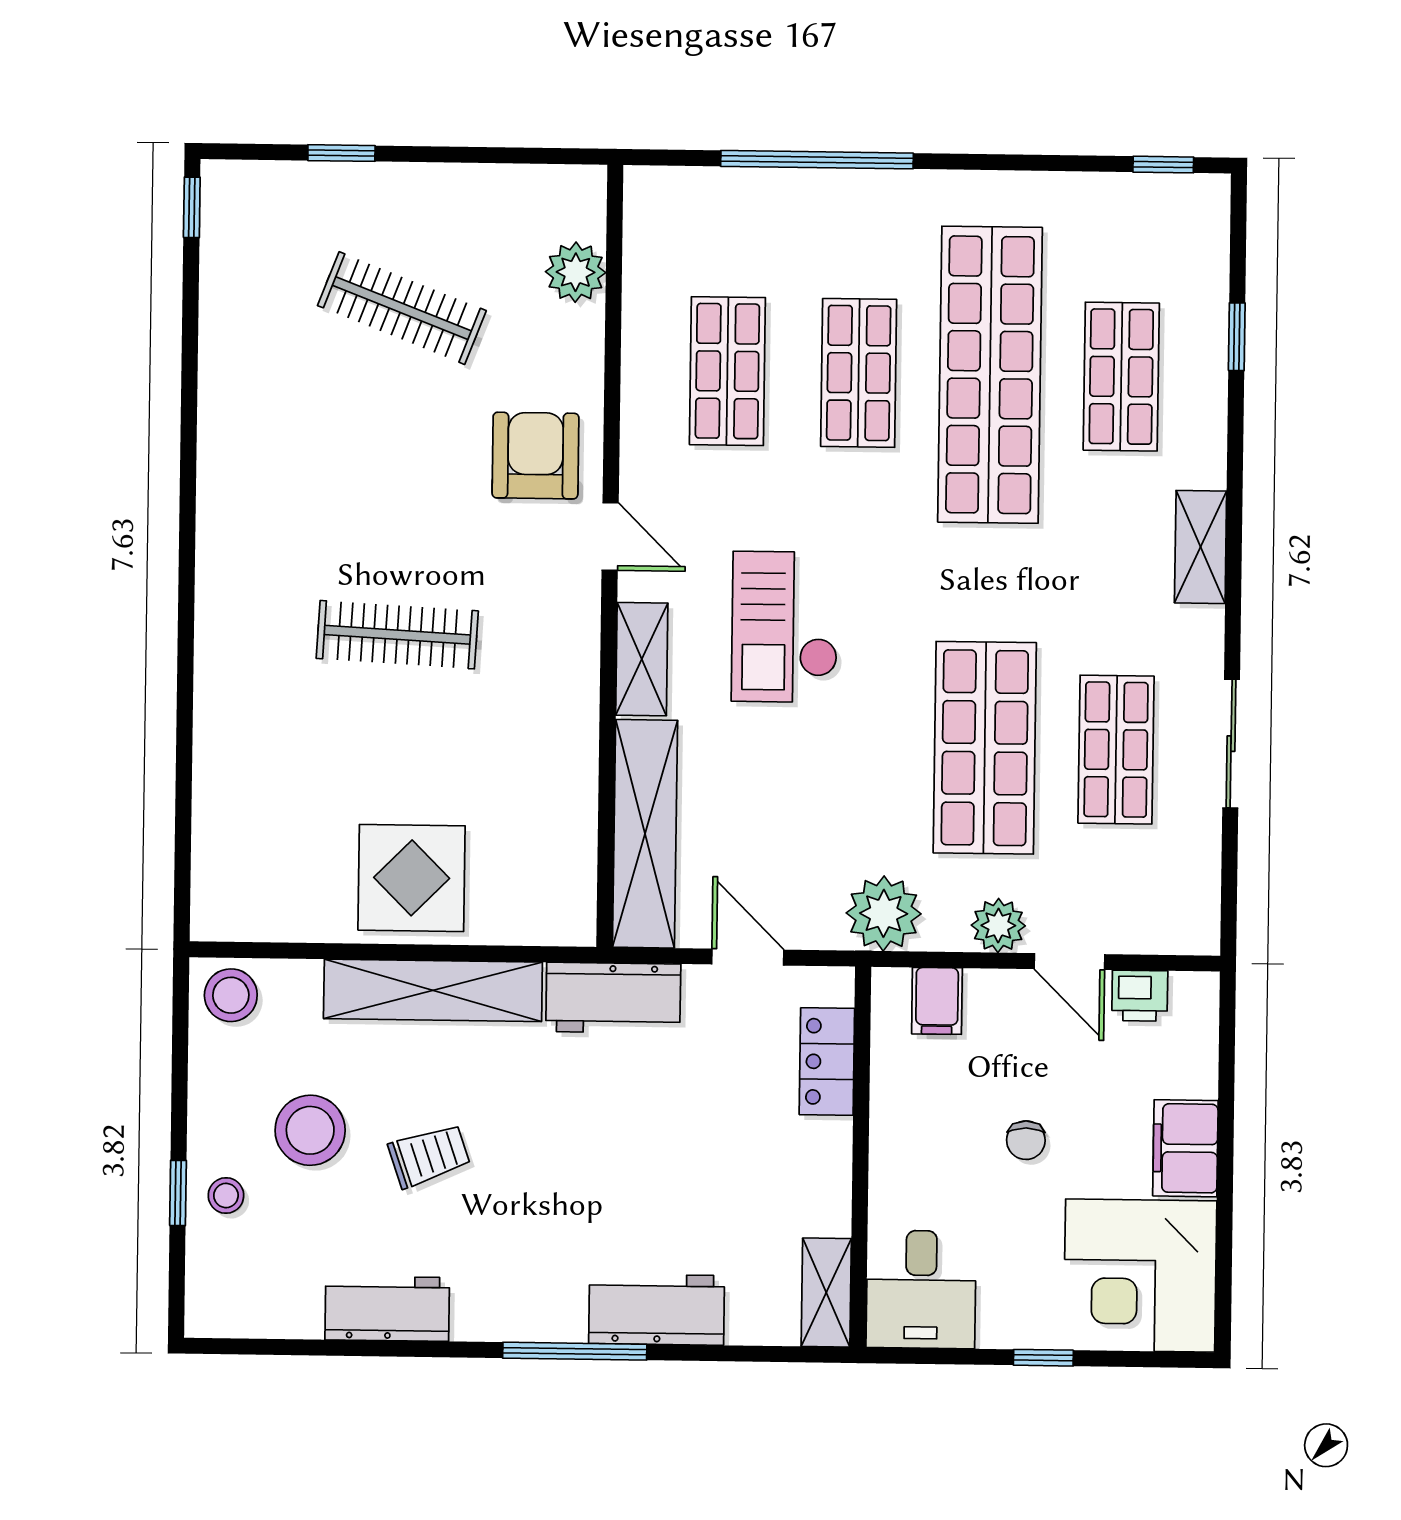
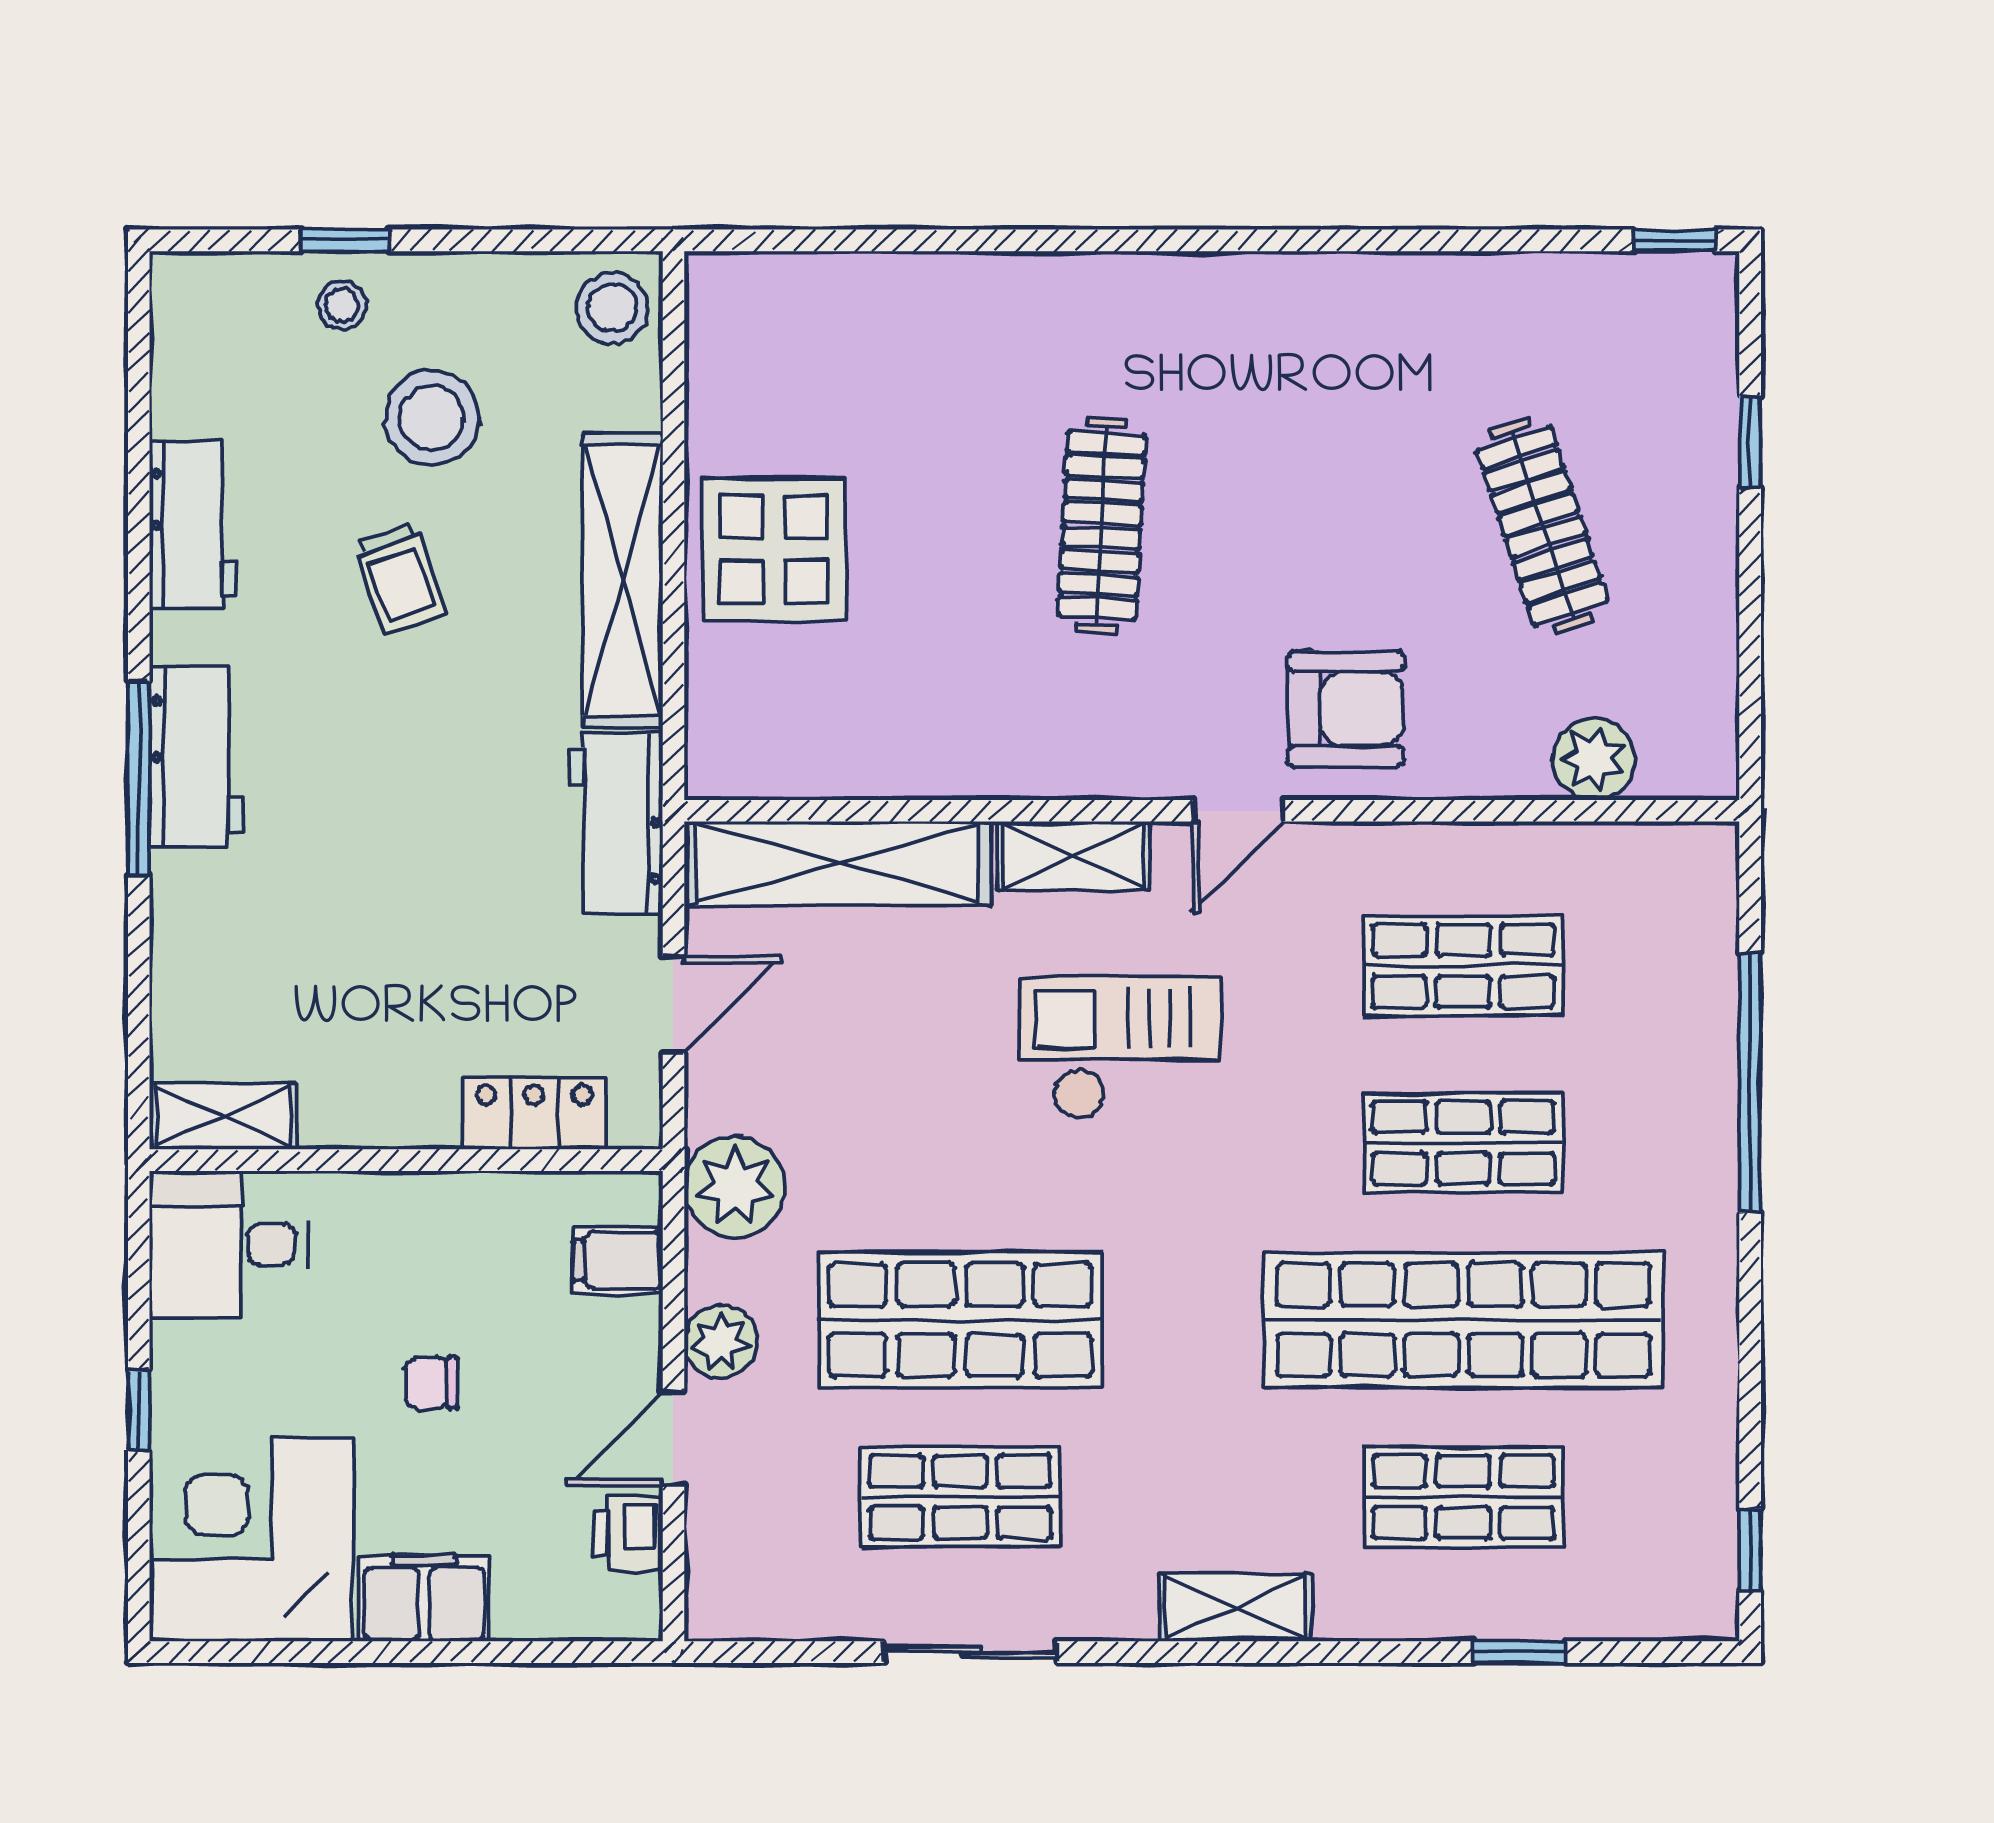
clothes rail: (402, 308) -> (1542, 526), turned -39
workbench: (657, 1310) -> (196, 756), moved

